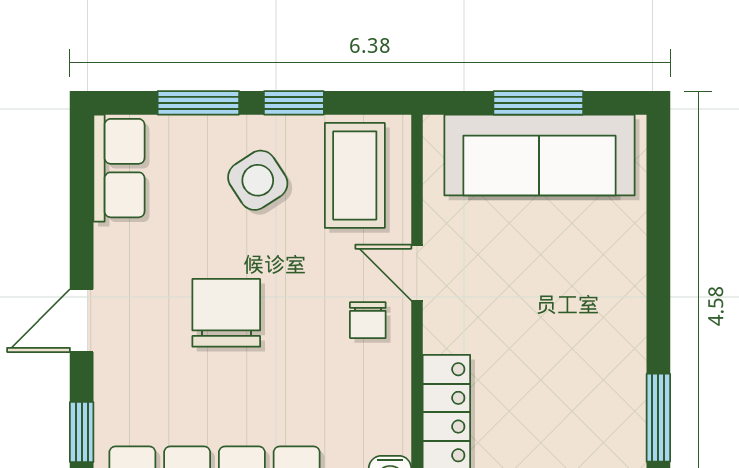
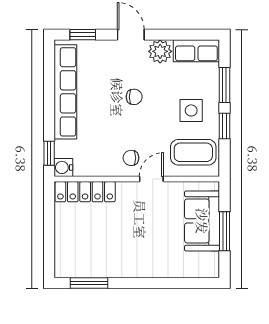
sofa: (539, 155) -> (202, 221), width x0.73
side table: (258, 180) -> (191, 110), turned 33
plant: (121, 253) -> (160, 51), added
chair: (226, 313) -> (134, 97), width x0.54, depth x0.54

